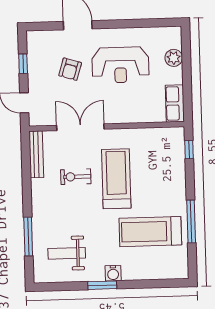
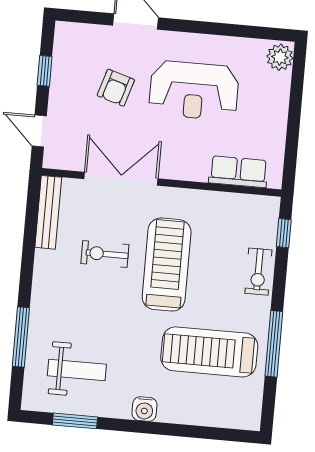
plant: (174, 58) -> (280, 57), moved
row of seats: (175, 103) -> (238, 172), moved, turned 90
exercise bike: (176, 176) -> (258, 272), added
weight bench: (67, 253) -> (77, 370), turned 180
window: (102, 285) -> (75, 421), moved

